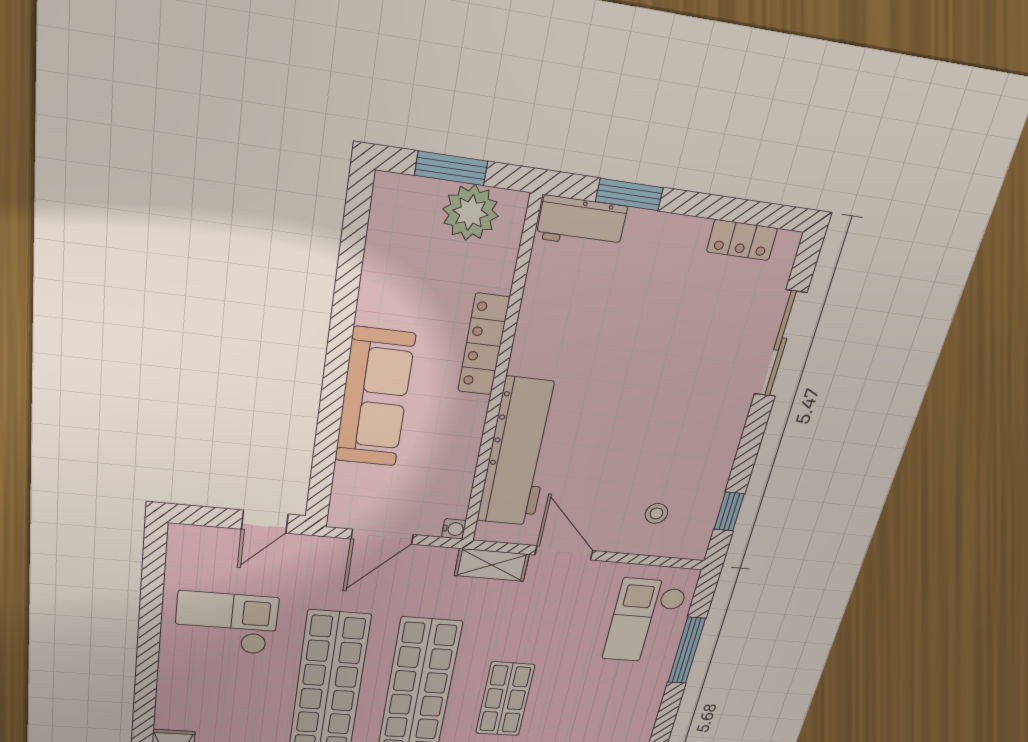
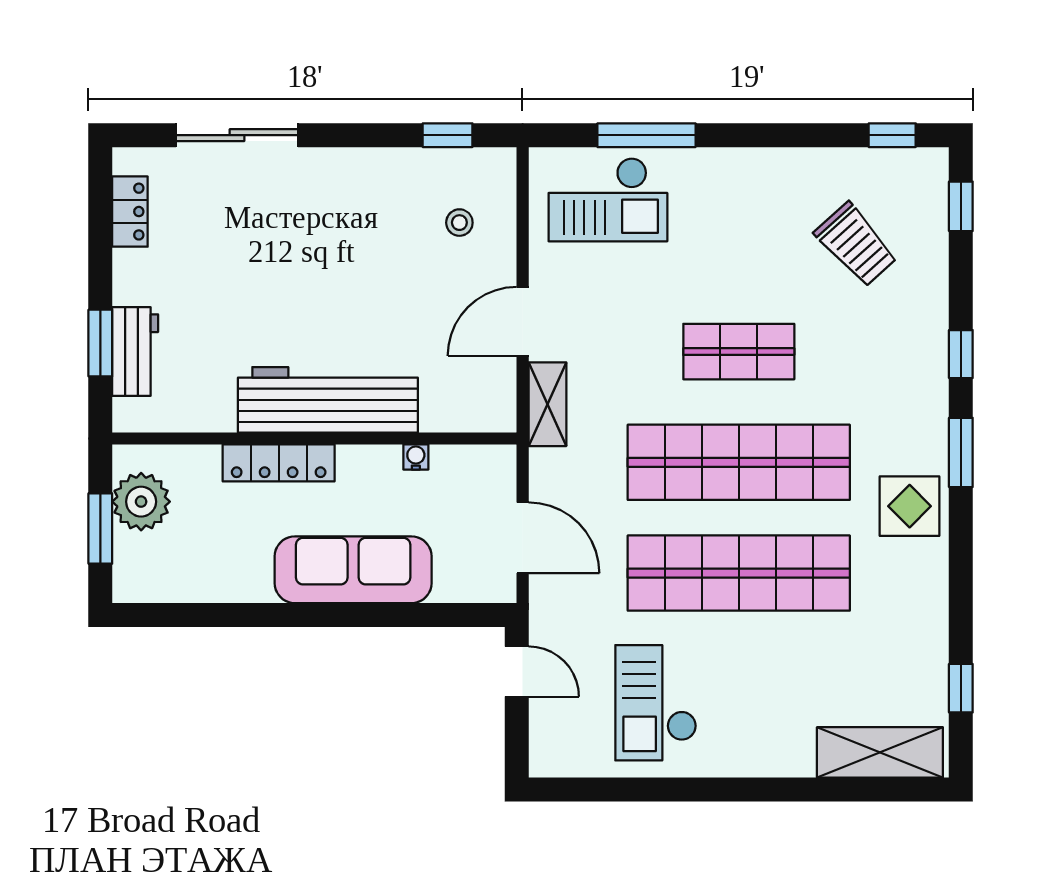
workbench: (582, 222) -> (135, 352), moved
workbench: (519, 453) -> (328, 400), moved
water cooler: (454, 529) -> (416, 457), moved

